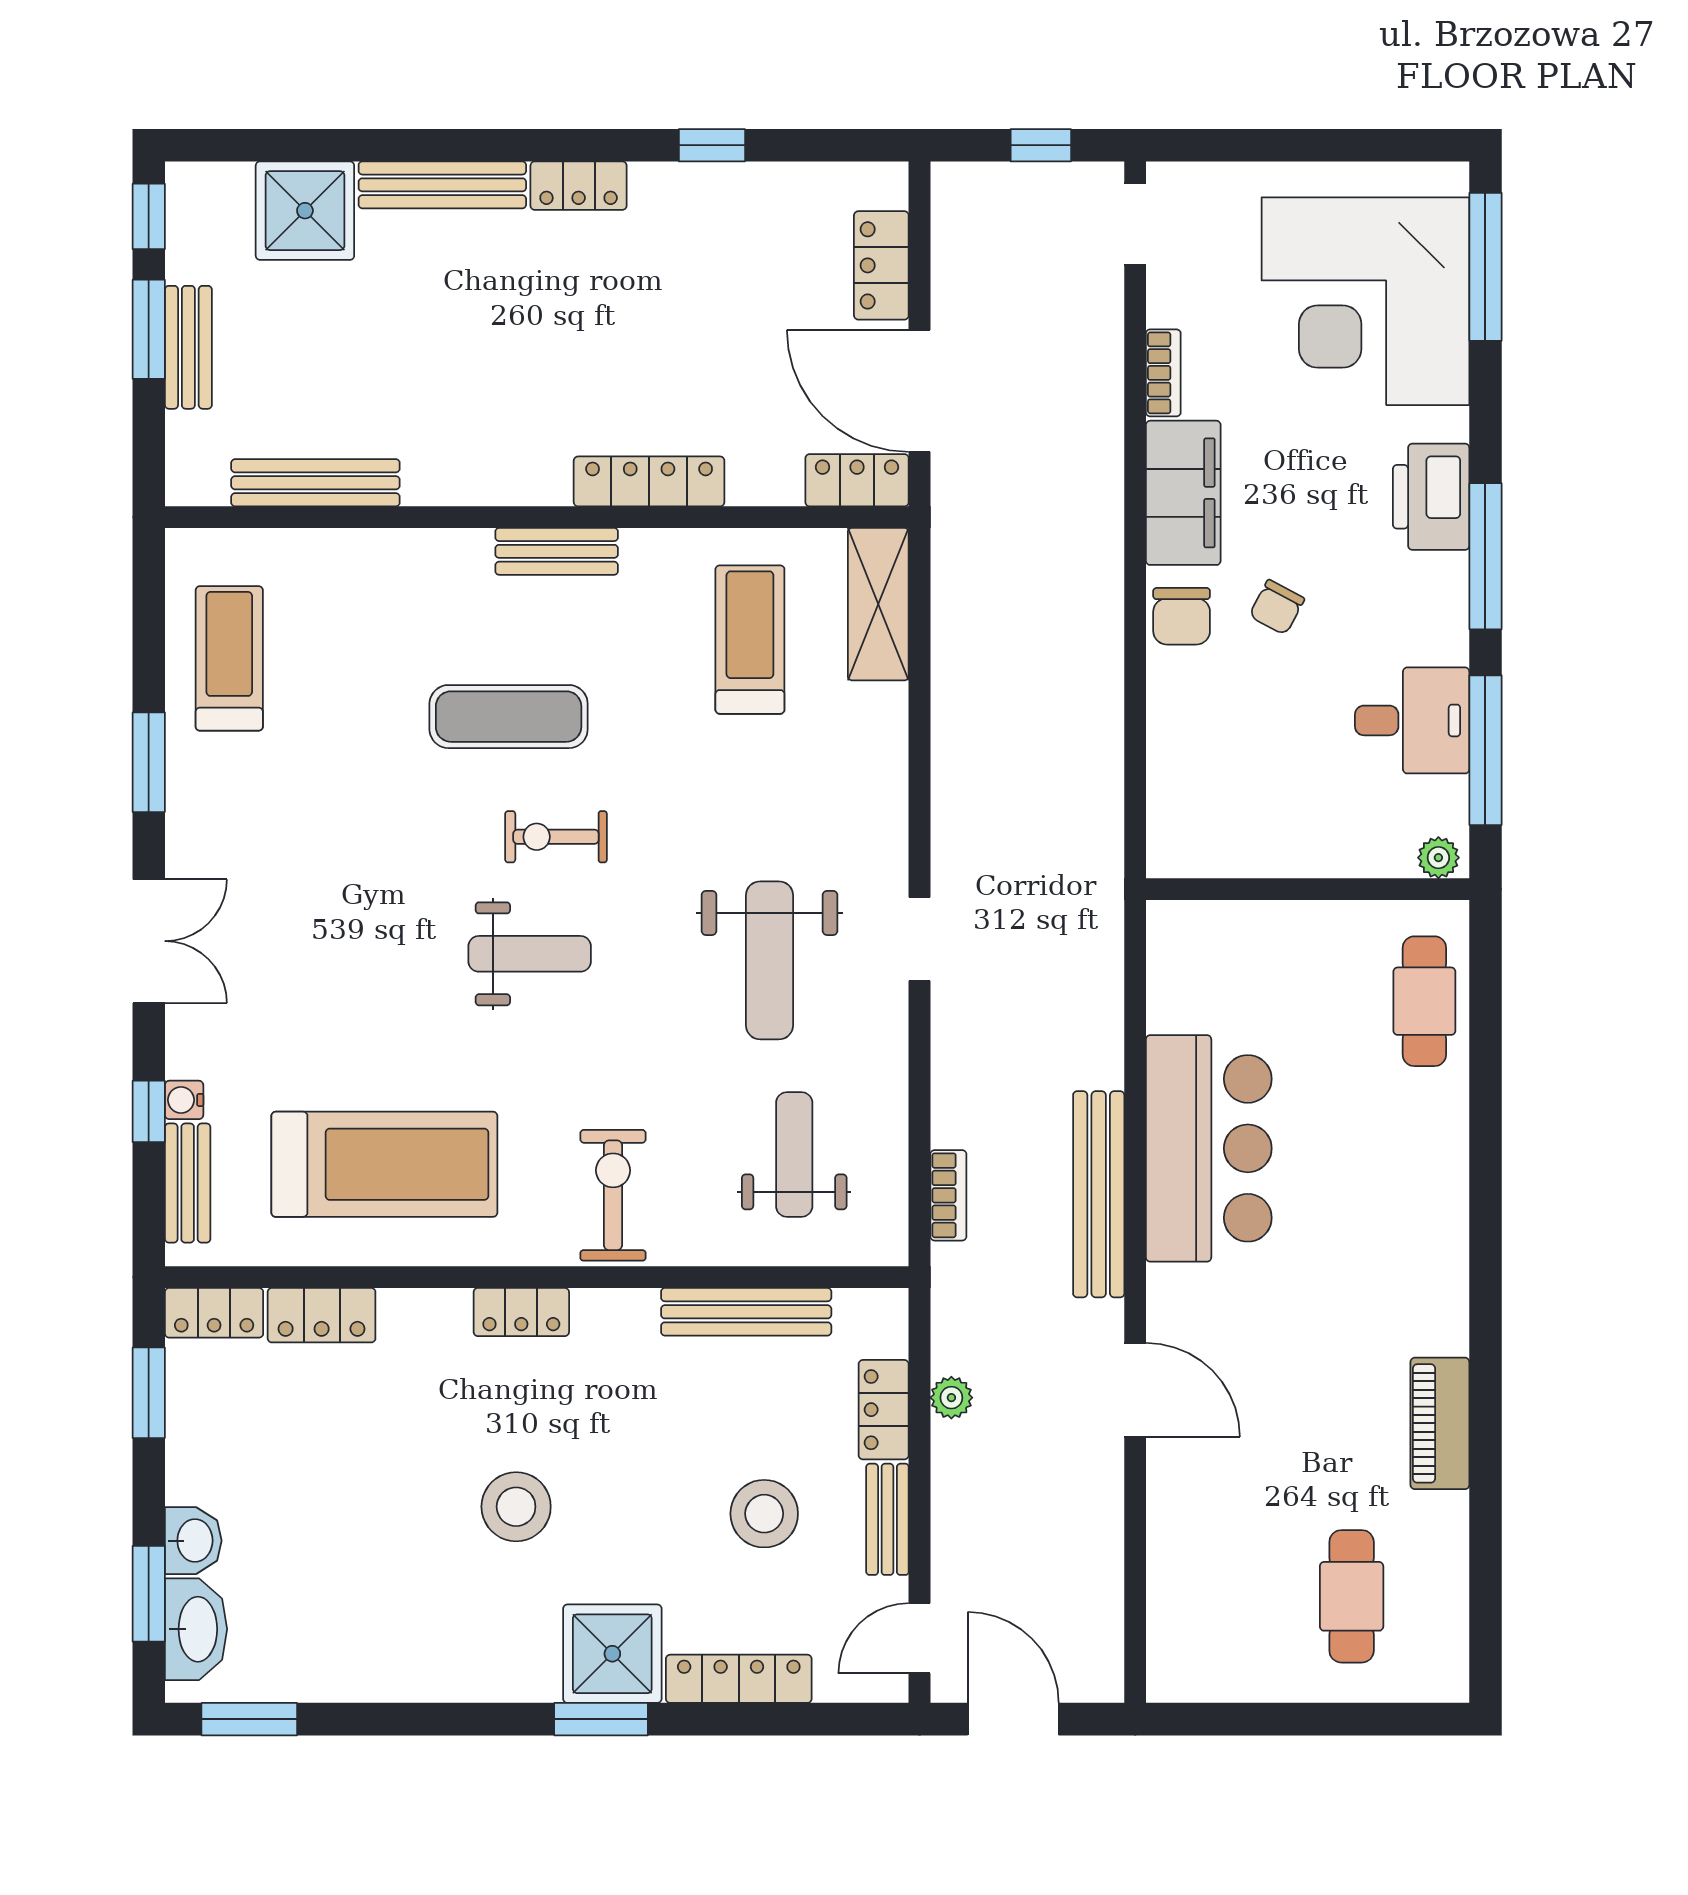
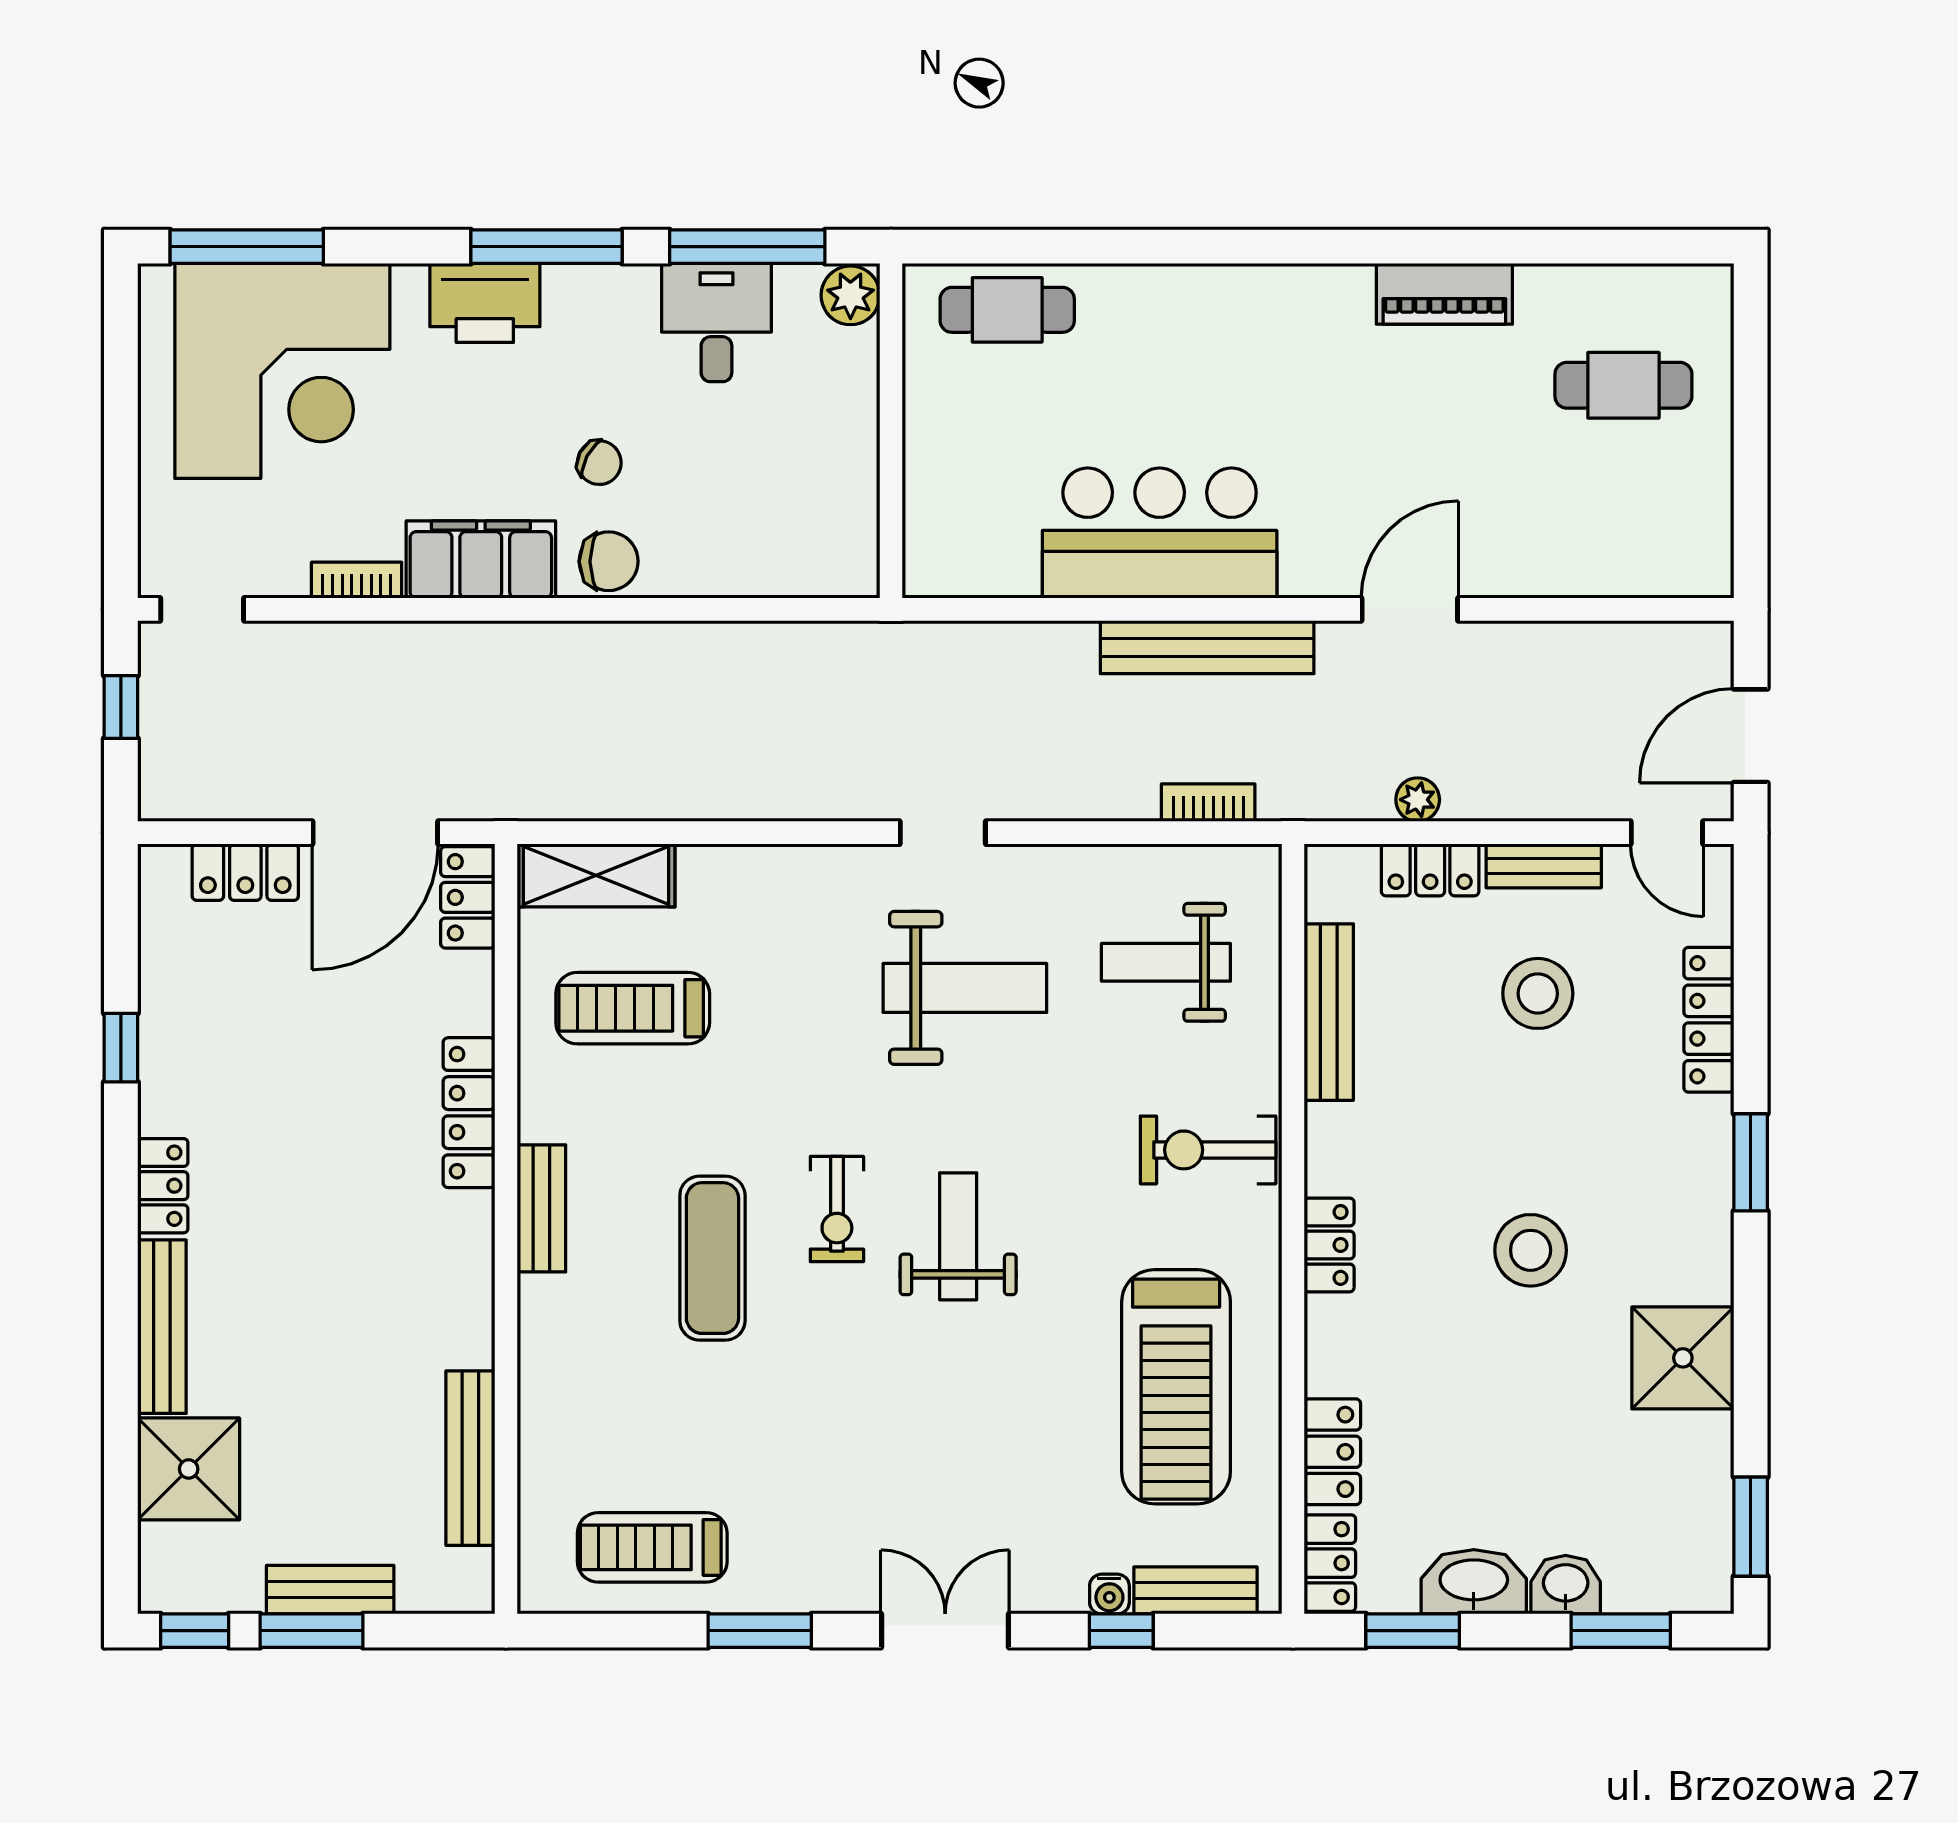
plant: (1438, 858) -> (850, 295), width x1.38, depth x1.38
treadmill: (384, 1164) -> (1176, 1387), turned 180
washbasin: (196, 1629) -> (1474, 1582), moved
shower: (612, 1654) -> (1683, 1358), moved

